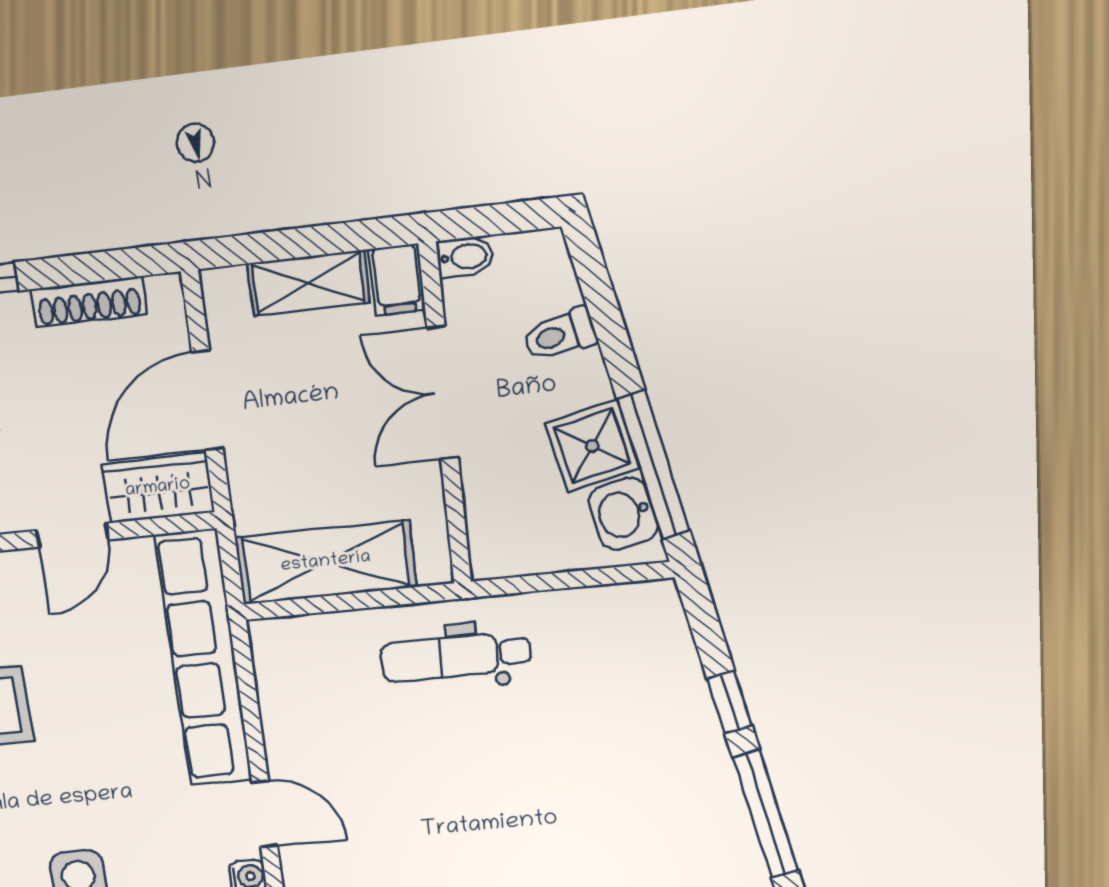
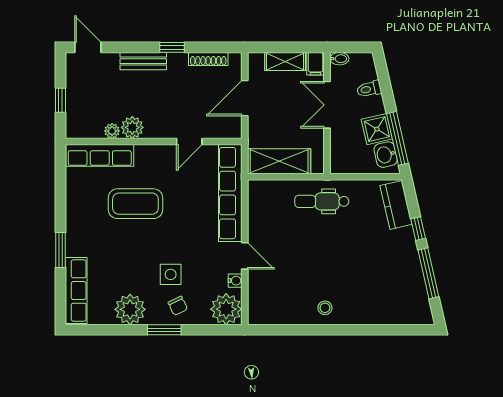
wardrobe: (158, 488) -> (223, 128), removed
kitchen counter: (663, 646) -> (396, 205), added

